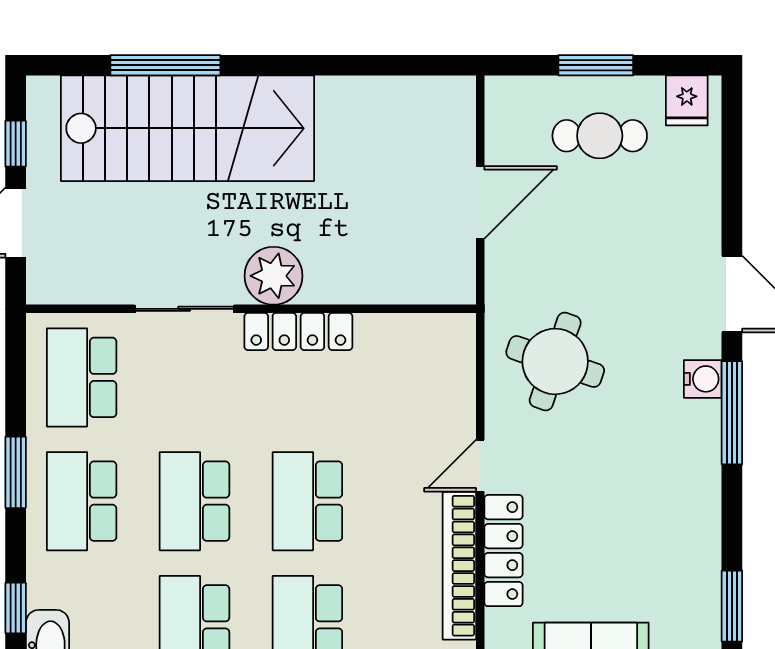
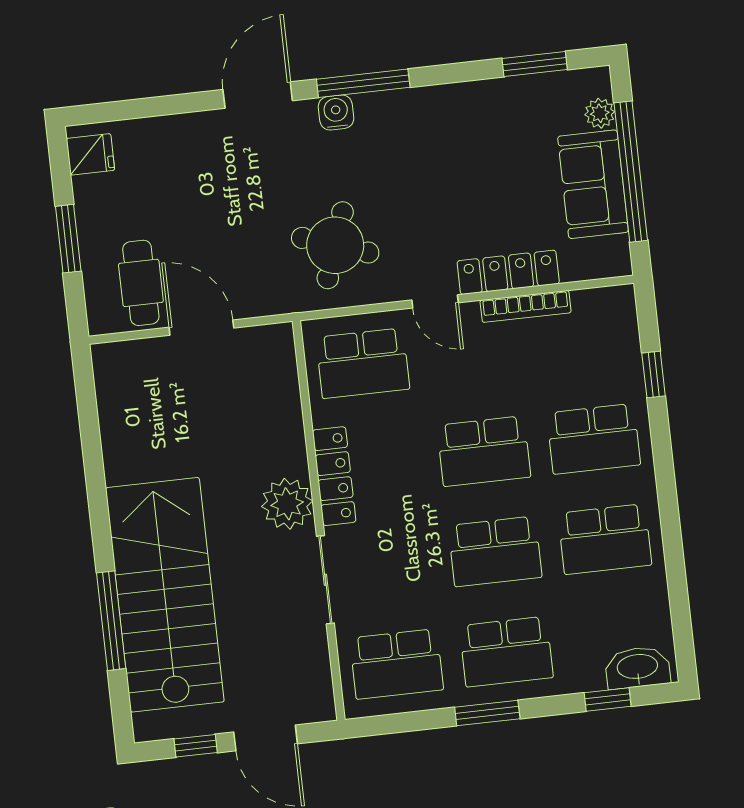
cafe table: (600, 136) -> (141, 283), moved
school desk: (420, 377) -> (363, 363), added
bookcase: (459, 566) -> (526, 306), width x0.68, depth x0.76

